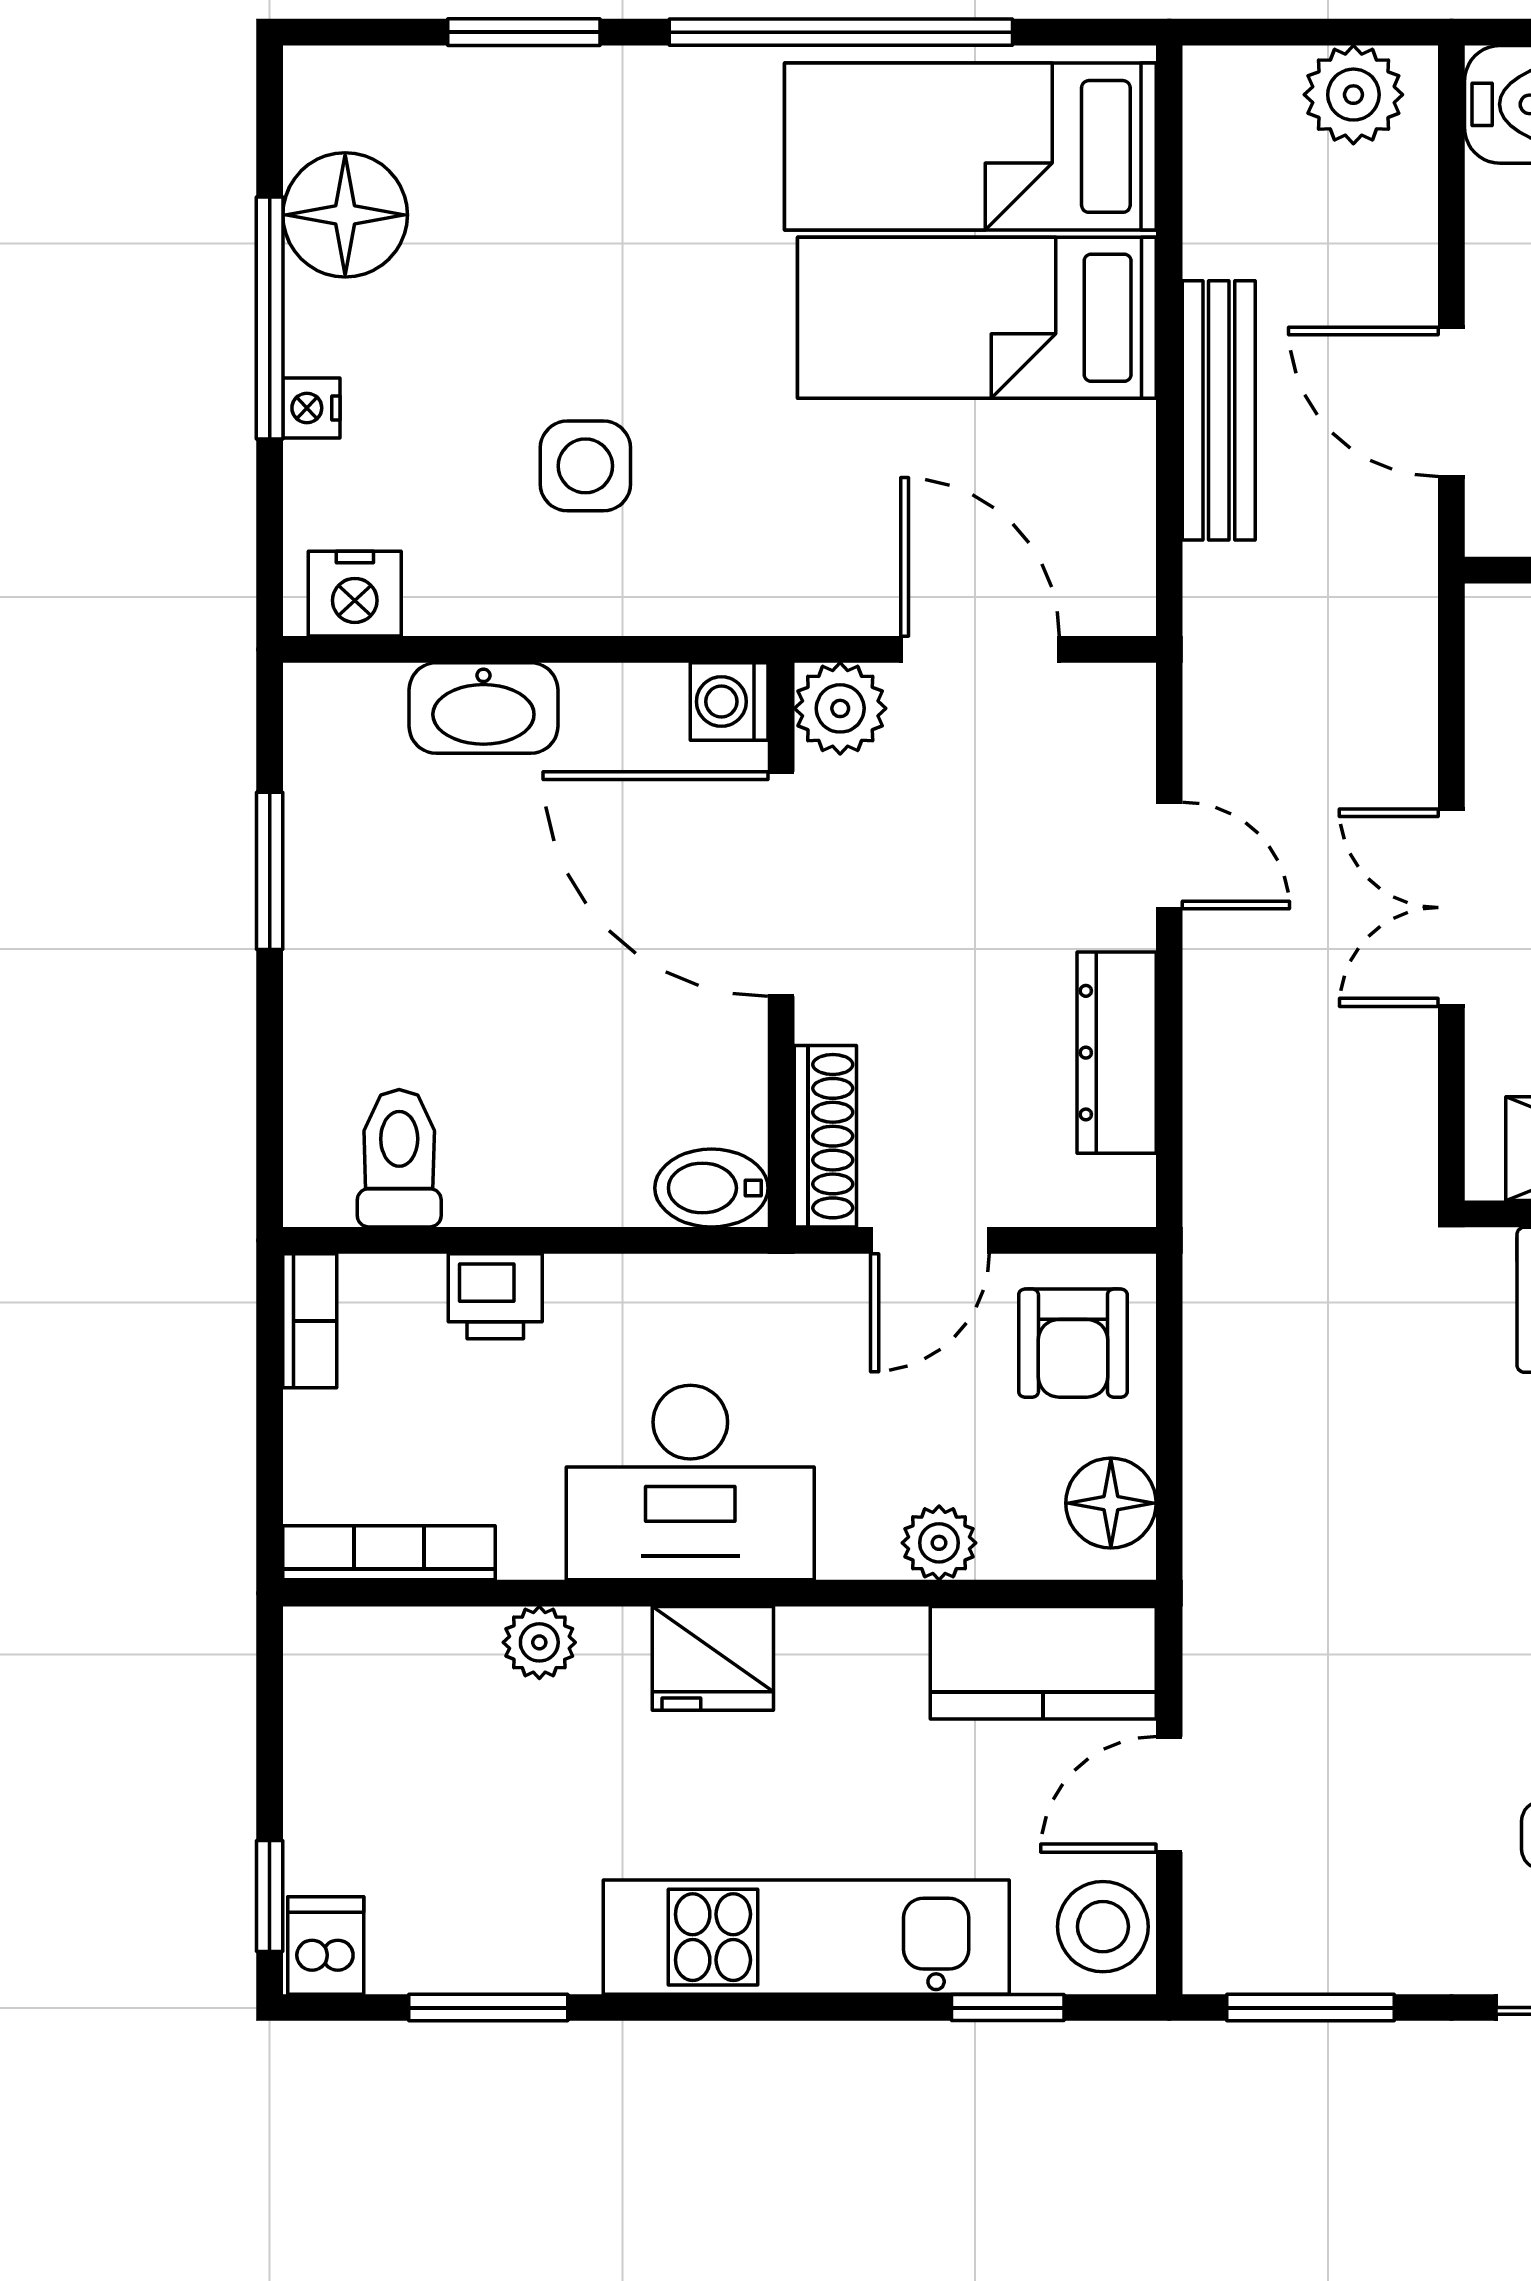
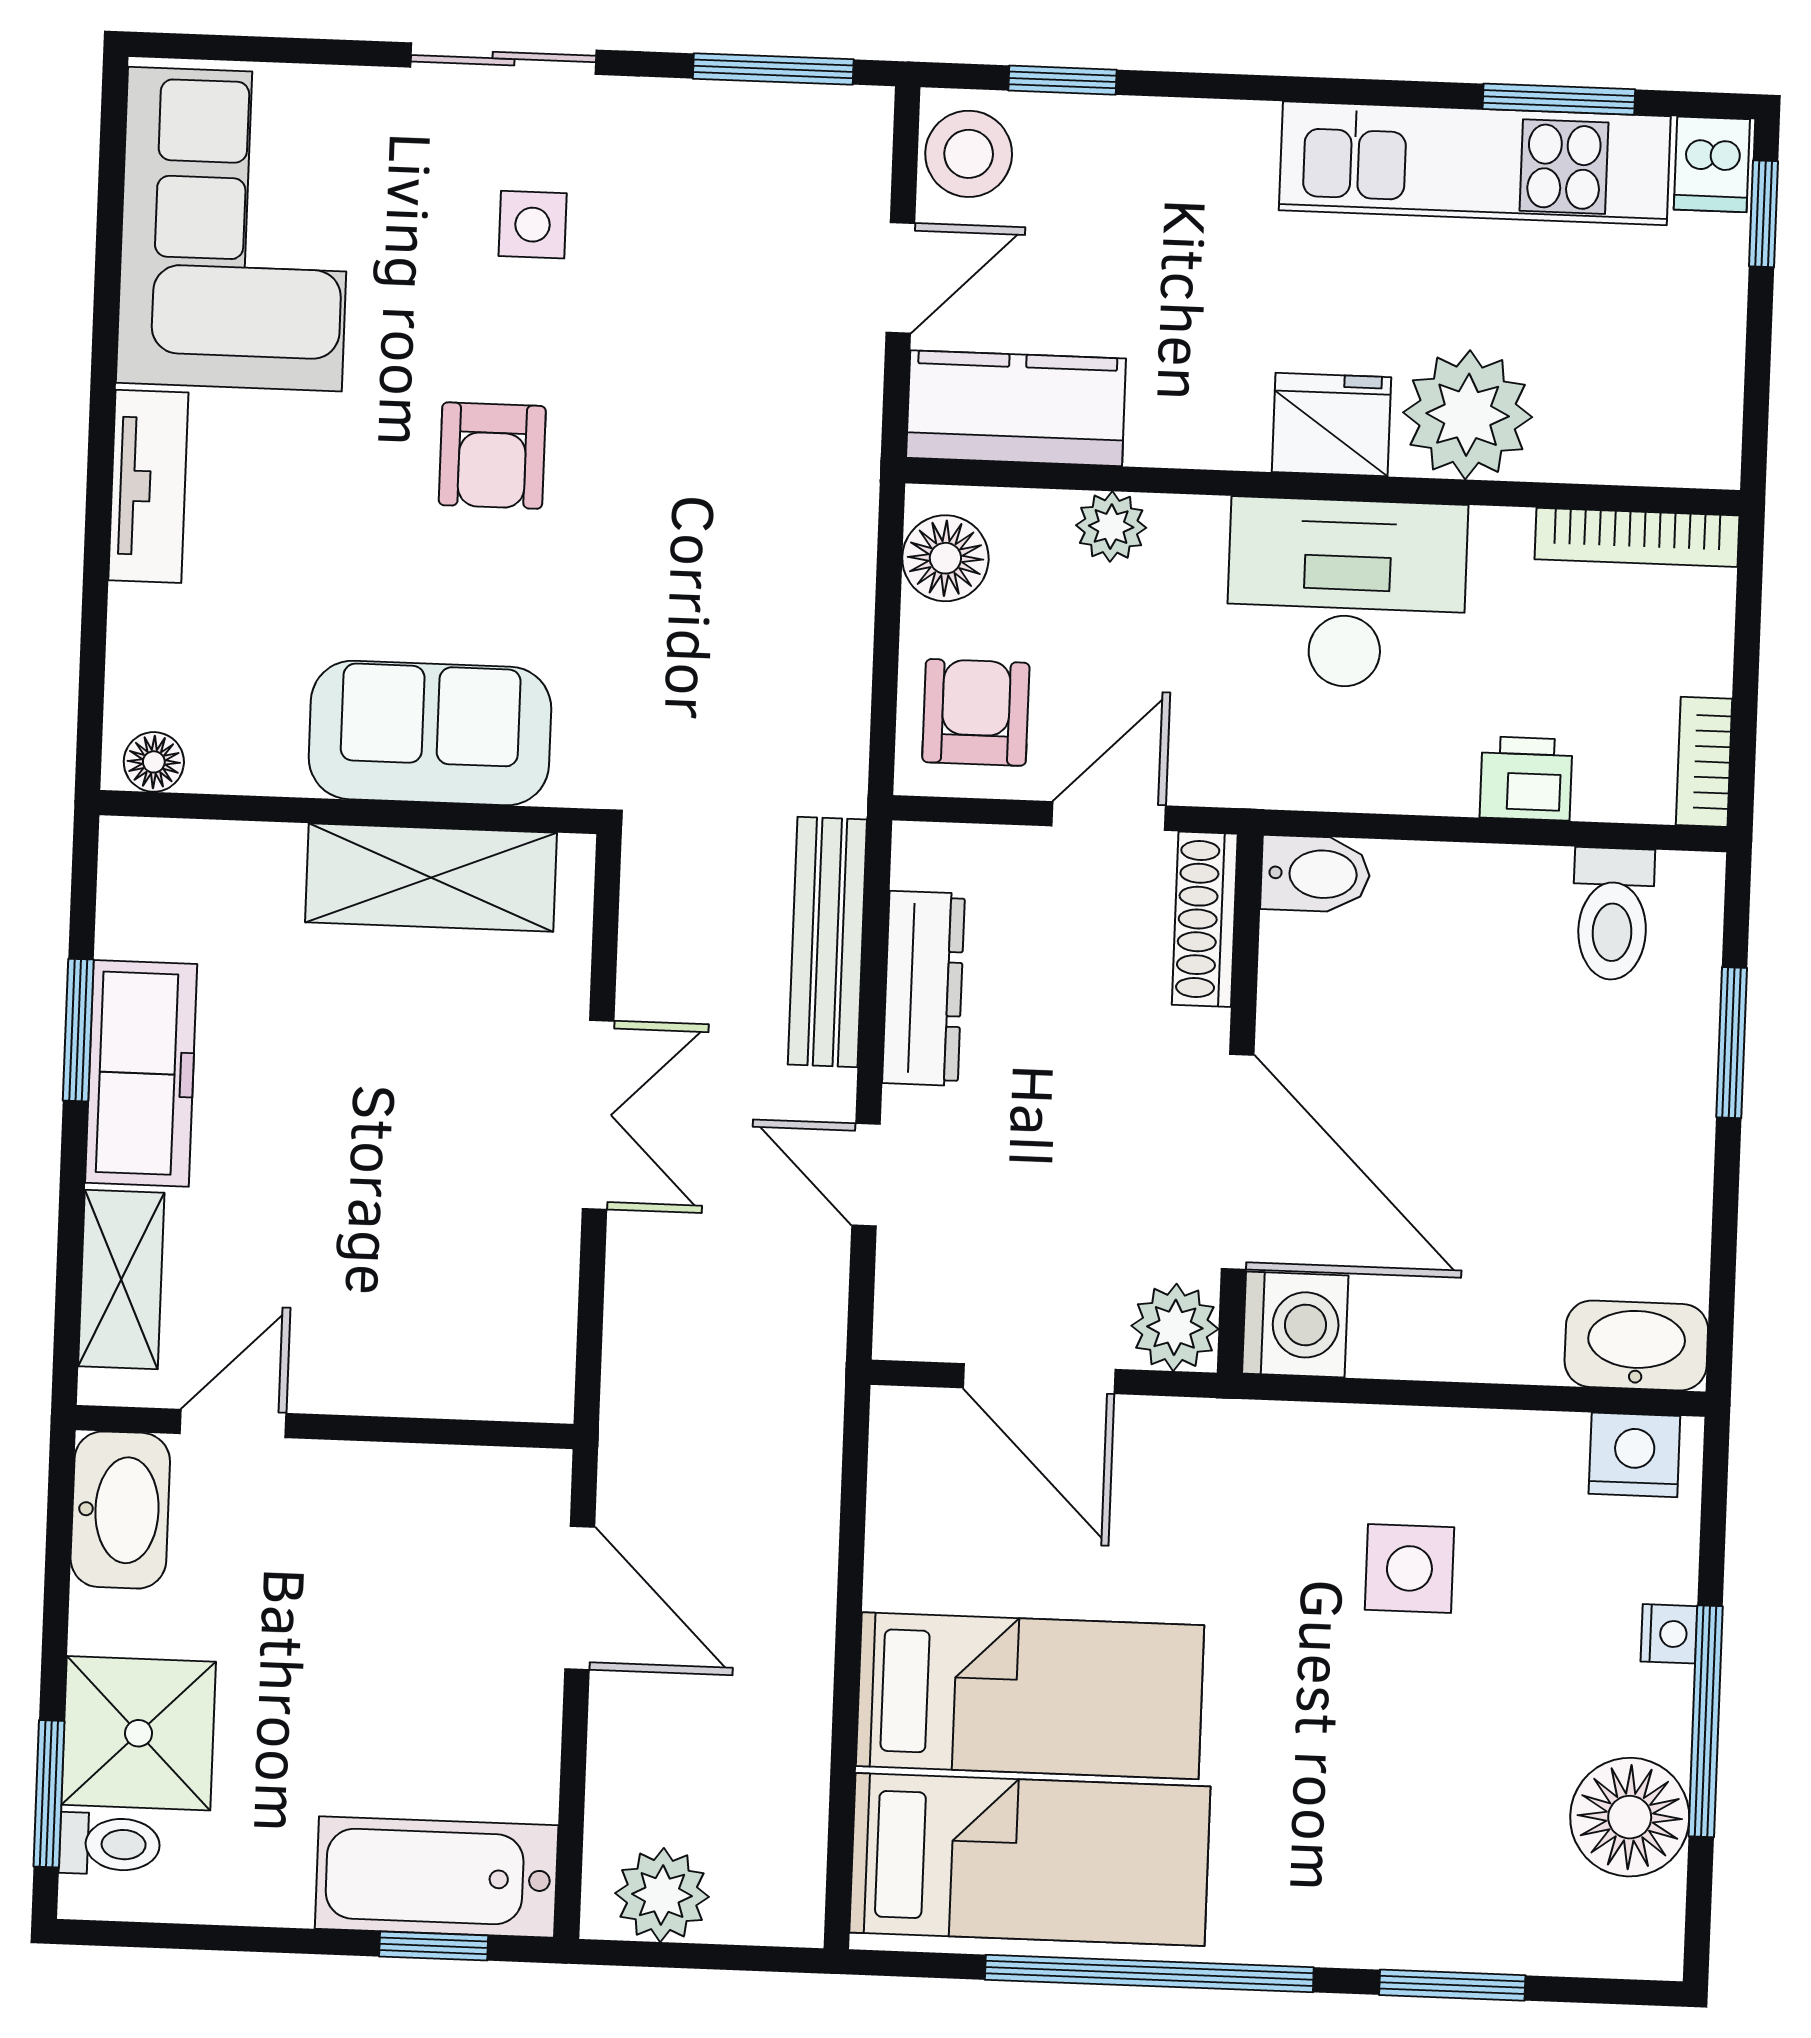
bench: (1219, 410) -> (827, 942), moved
washing machine: (729, 702) -> (1295, 1325), width x1.38, depth x1.38
washbasin: (483, 708) -> (1636, 1345), moved
window: (270, 871) -> (1732, 1043), moved
plant: (539, 1642) -> (1468, 415), width x1.88, depth x1.88
kitchen unit: (806, 1937) -> (1475, 163), moved

